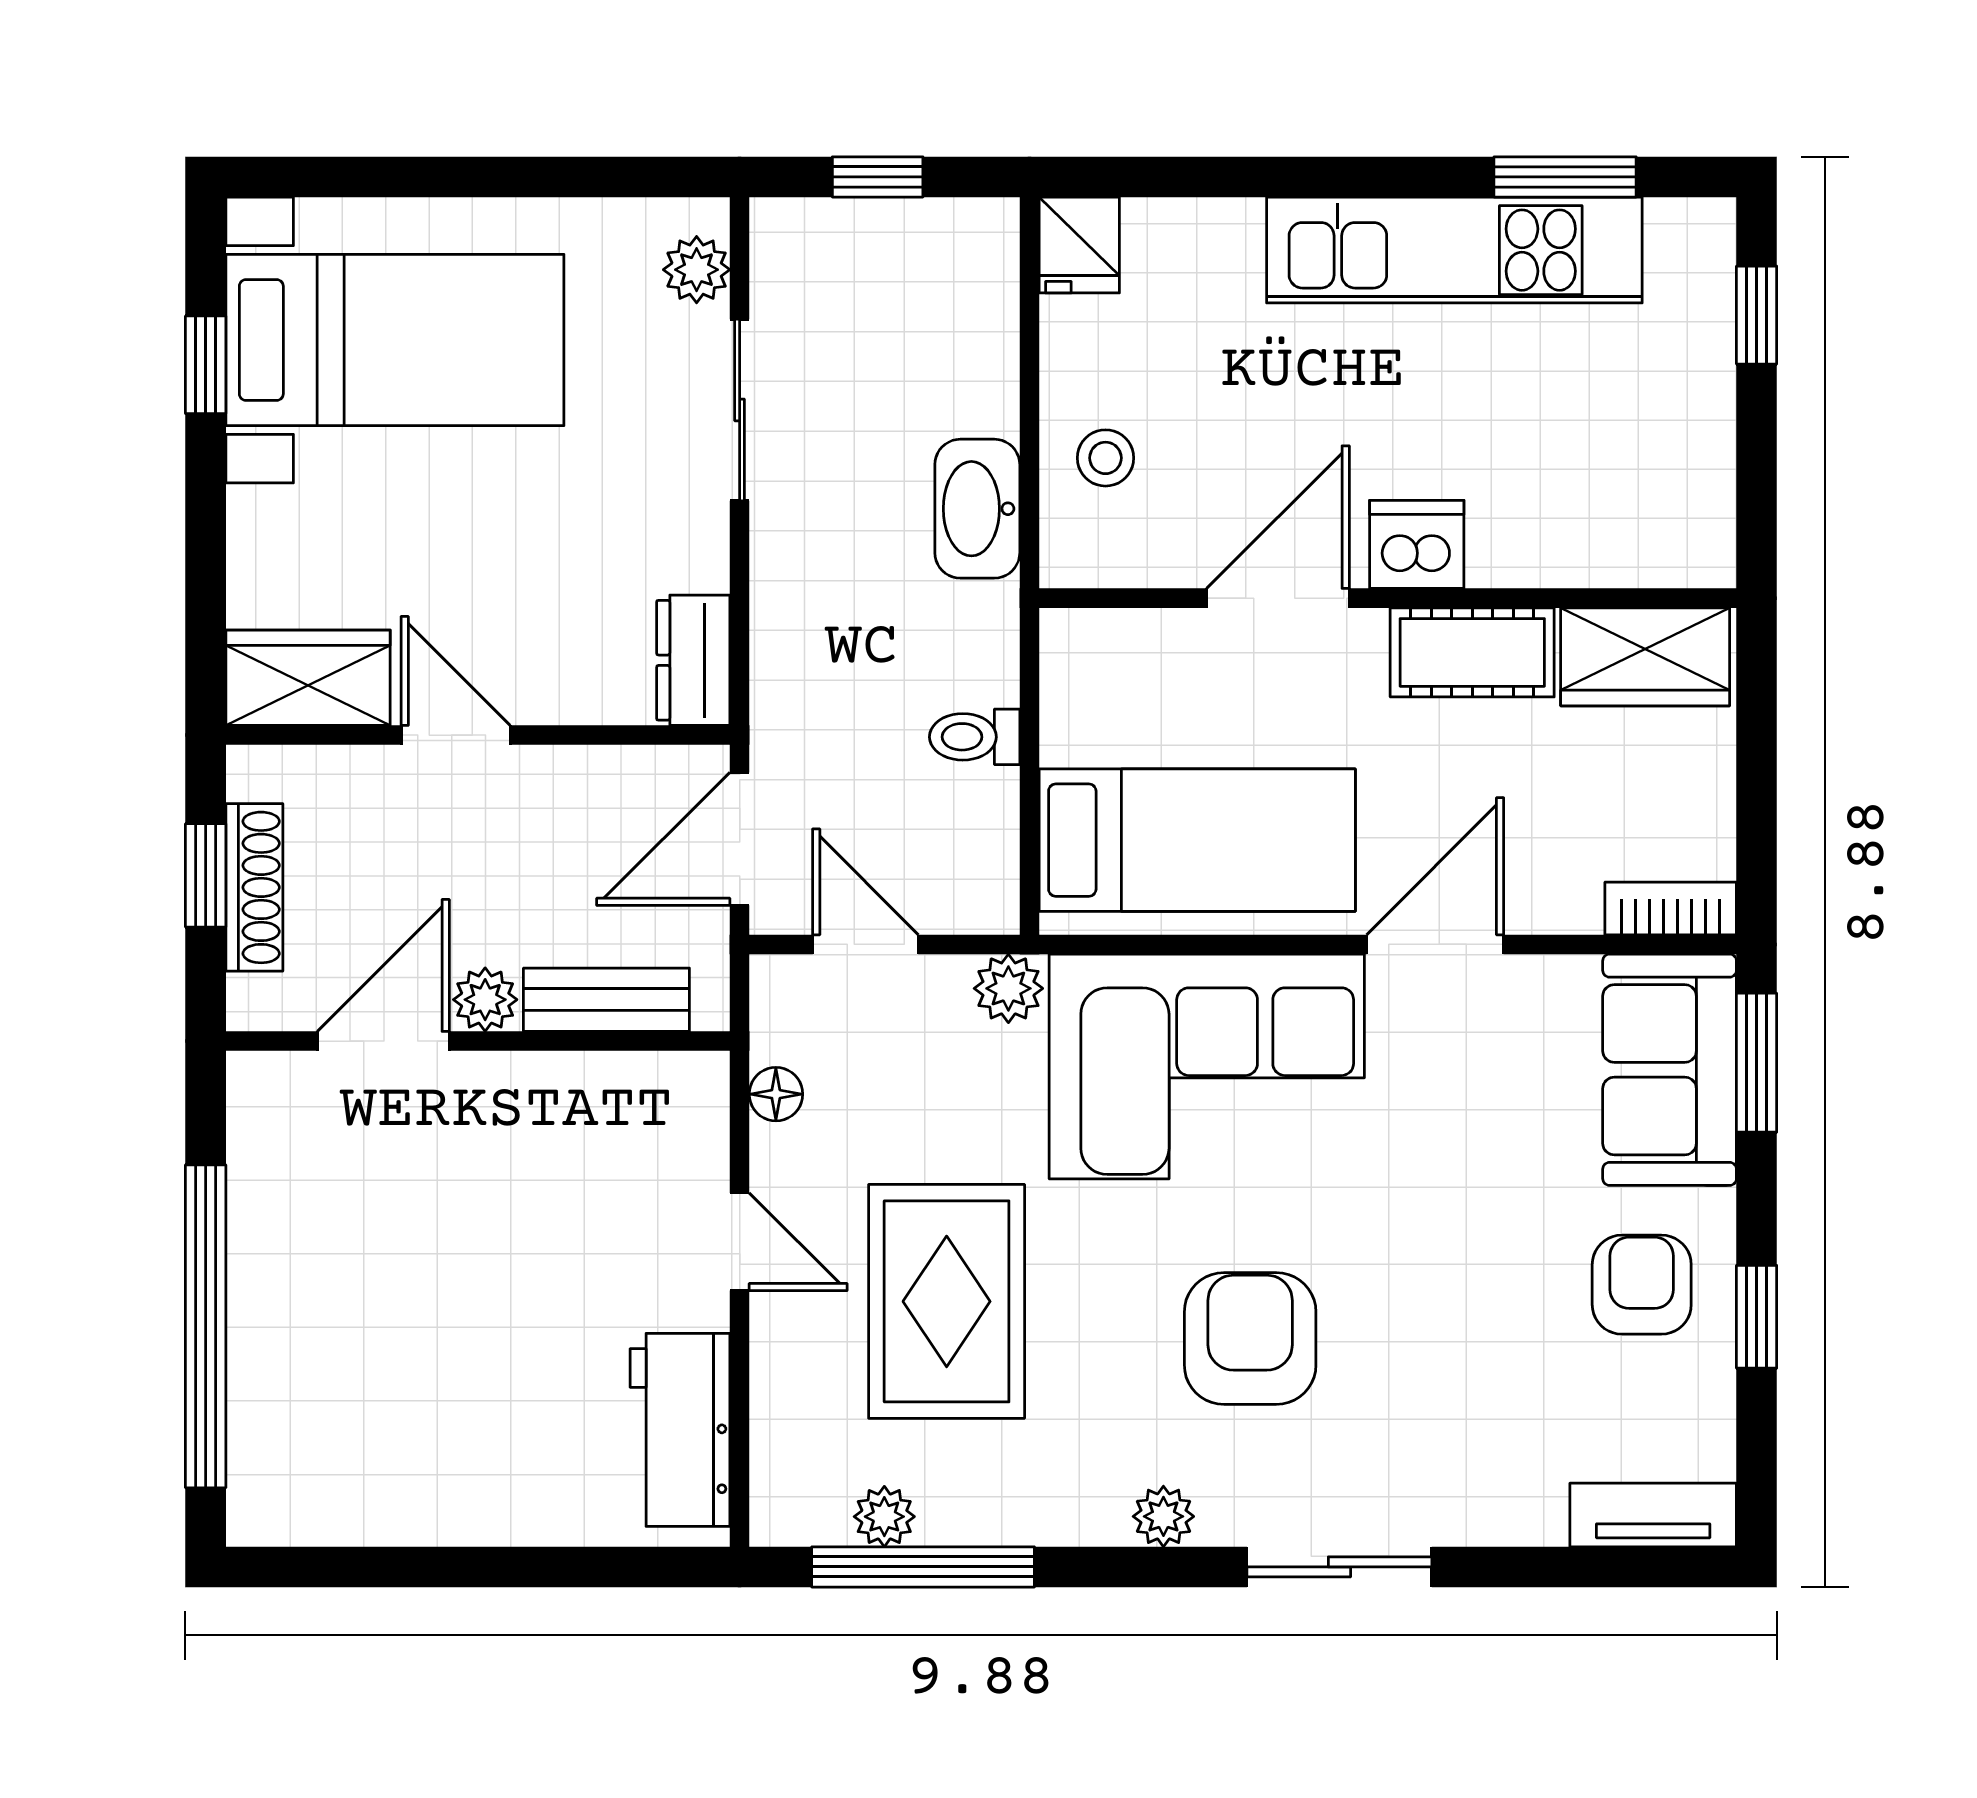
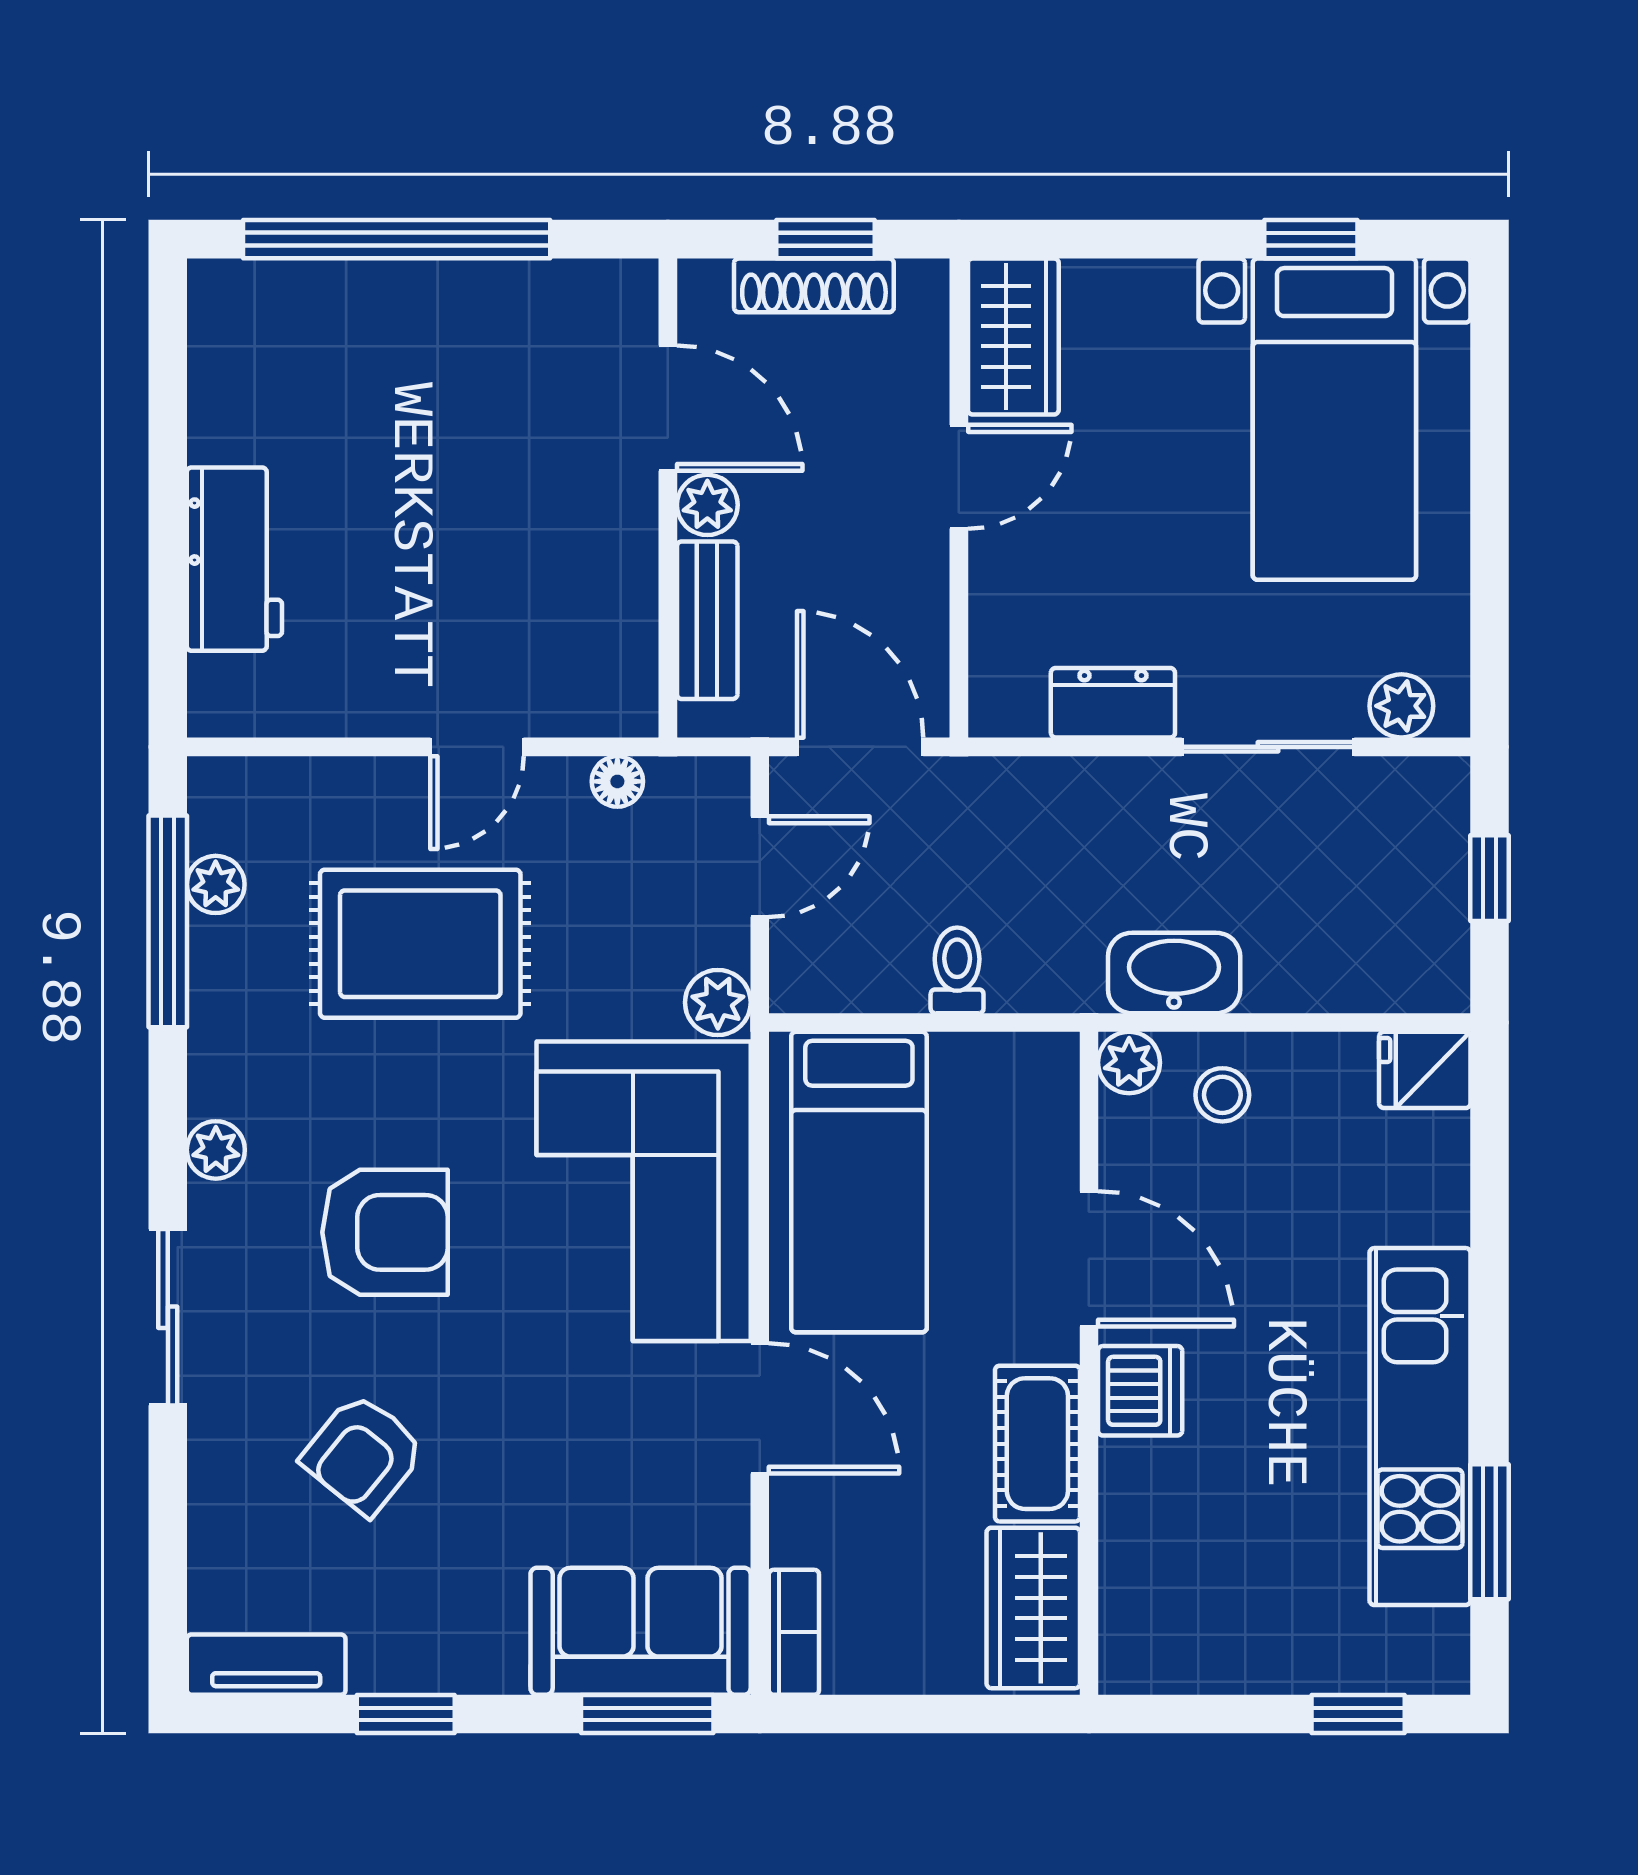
plant: (1072, 556) -> (1129, 1063), added
dresser: (693, 660) -> (1113, 703), moved
armchair: (1642, 1285) -> (363, 1454), moved, turned 129
workbench: (680, 1430) -> (234, 559), moved, turned 90
tv unit: (1653, 1515) -> (266, 1665), moved, turned -90

